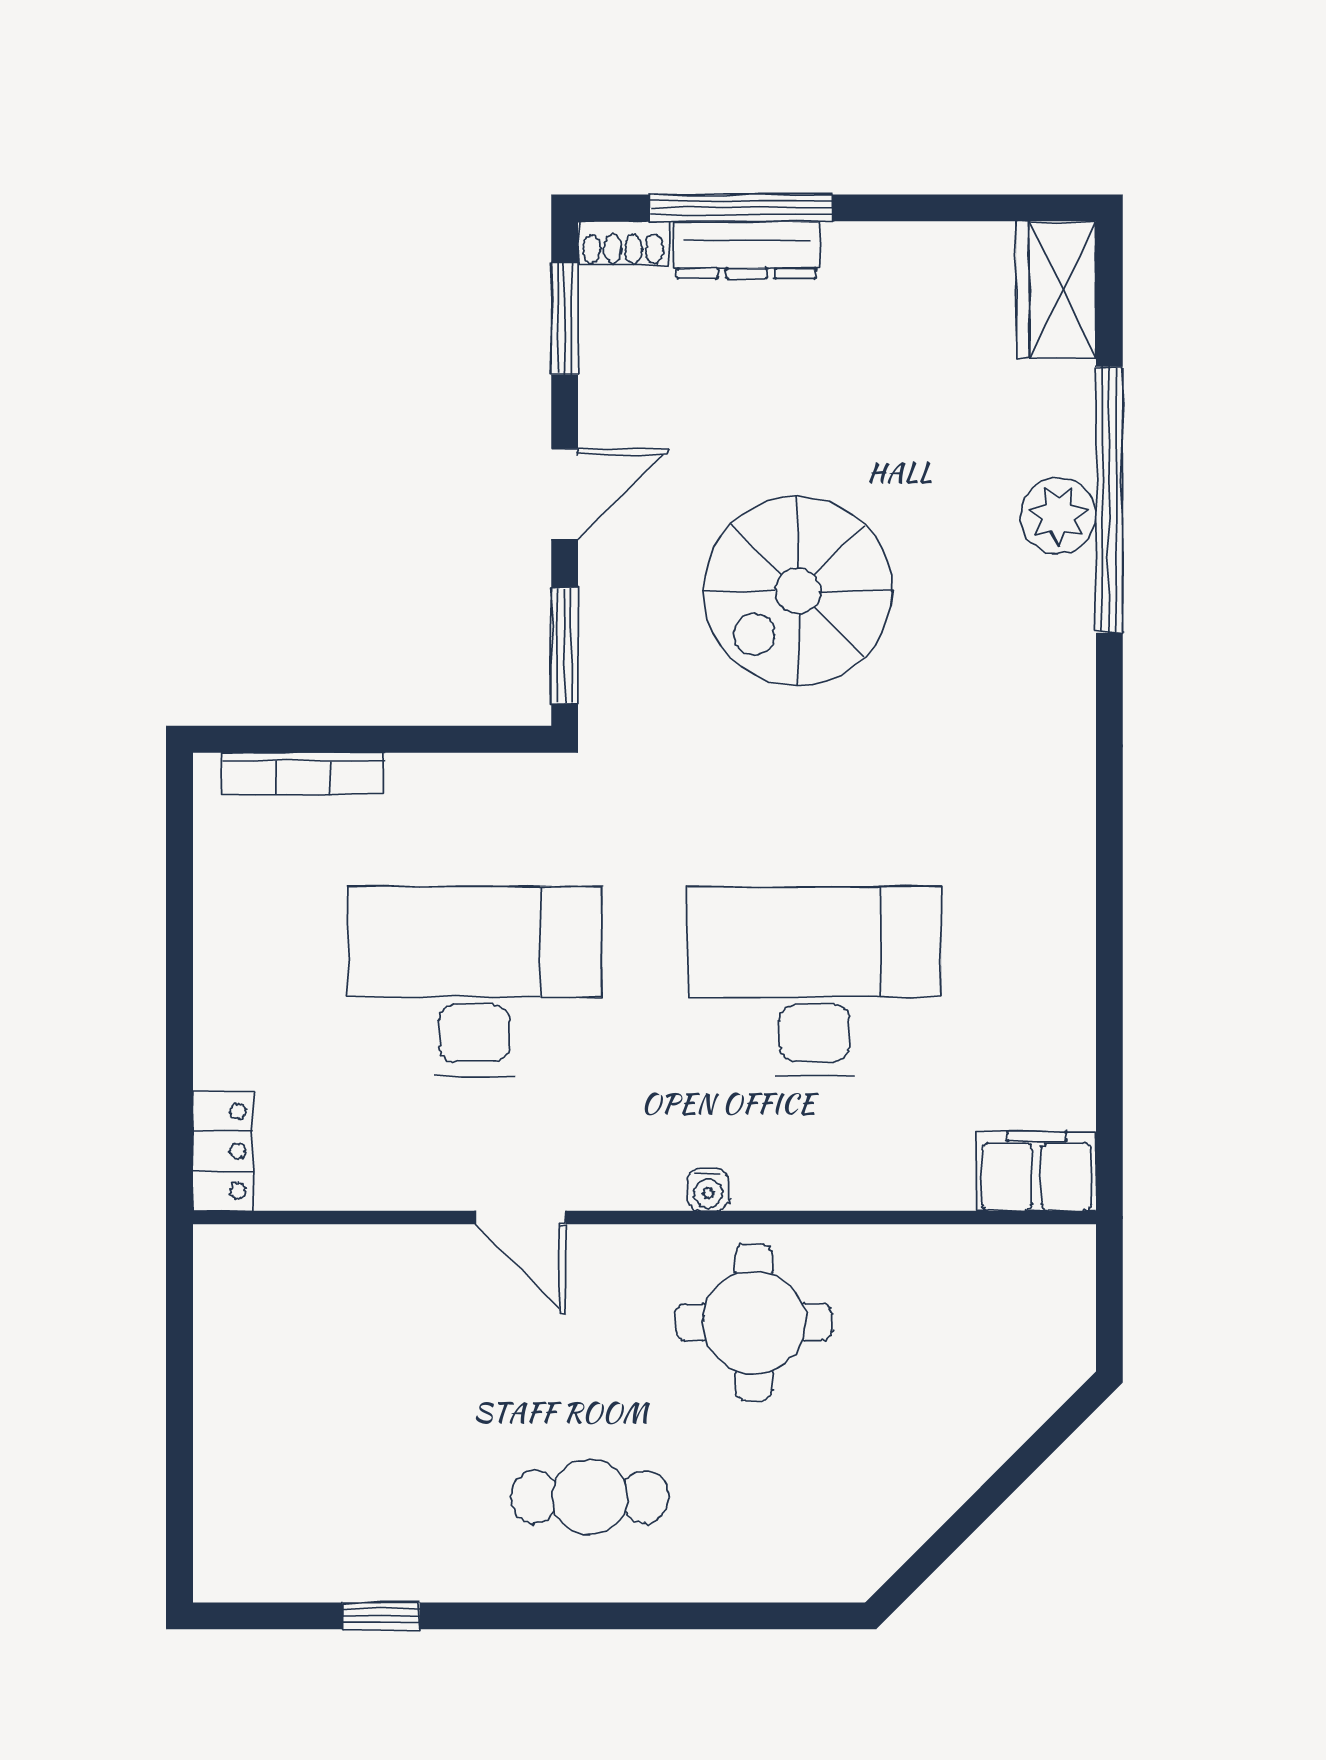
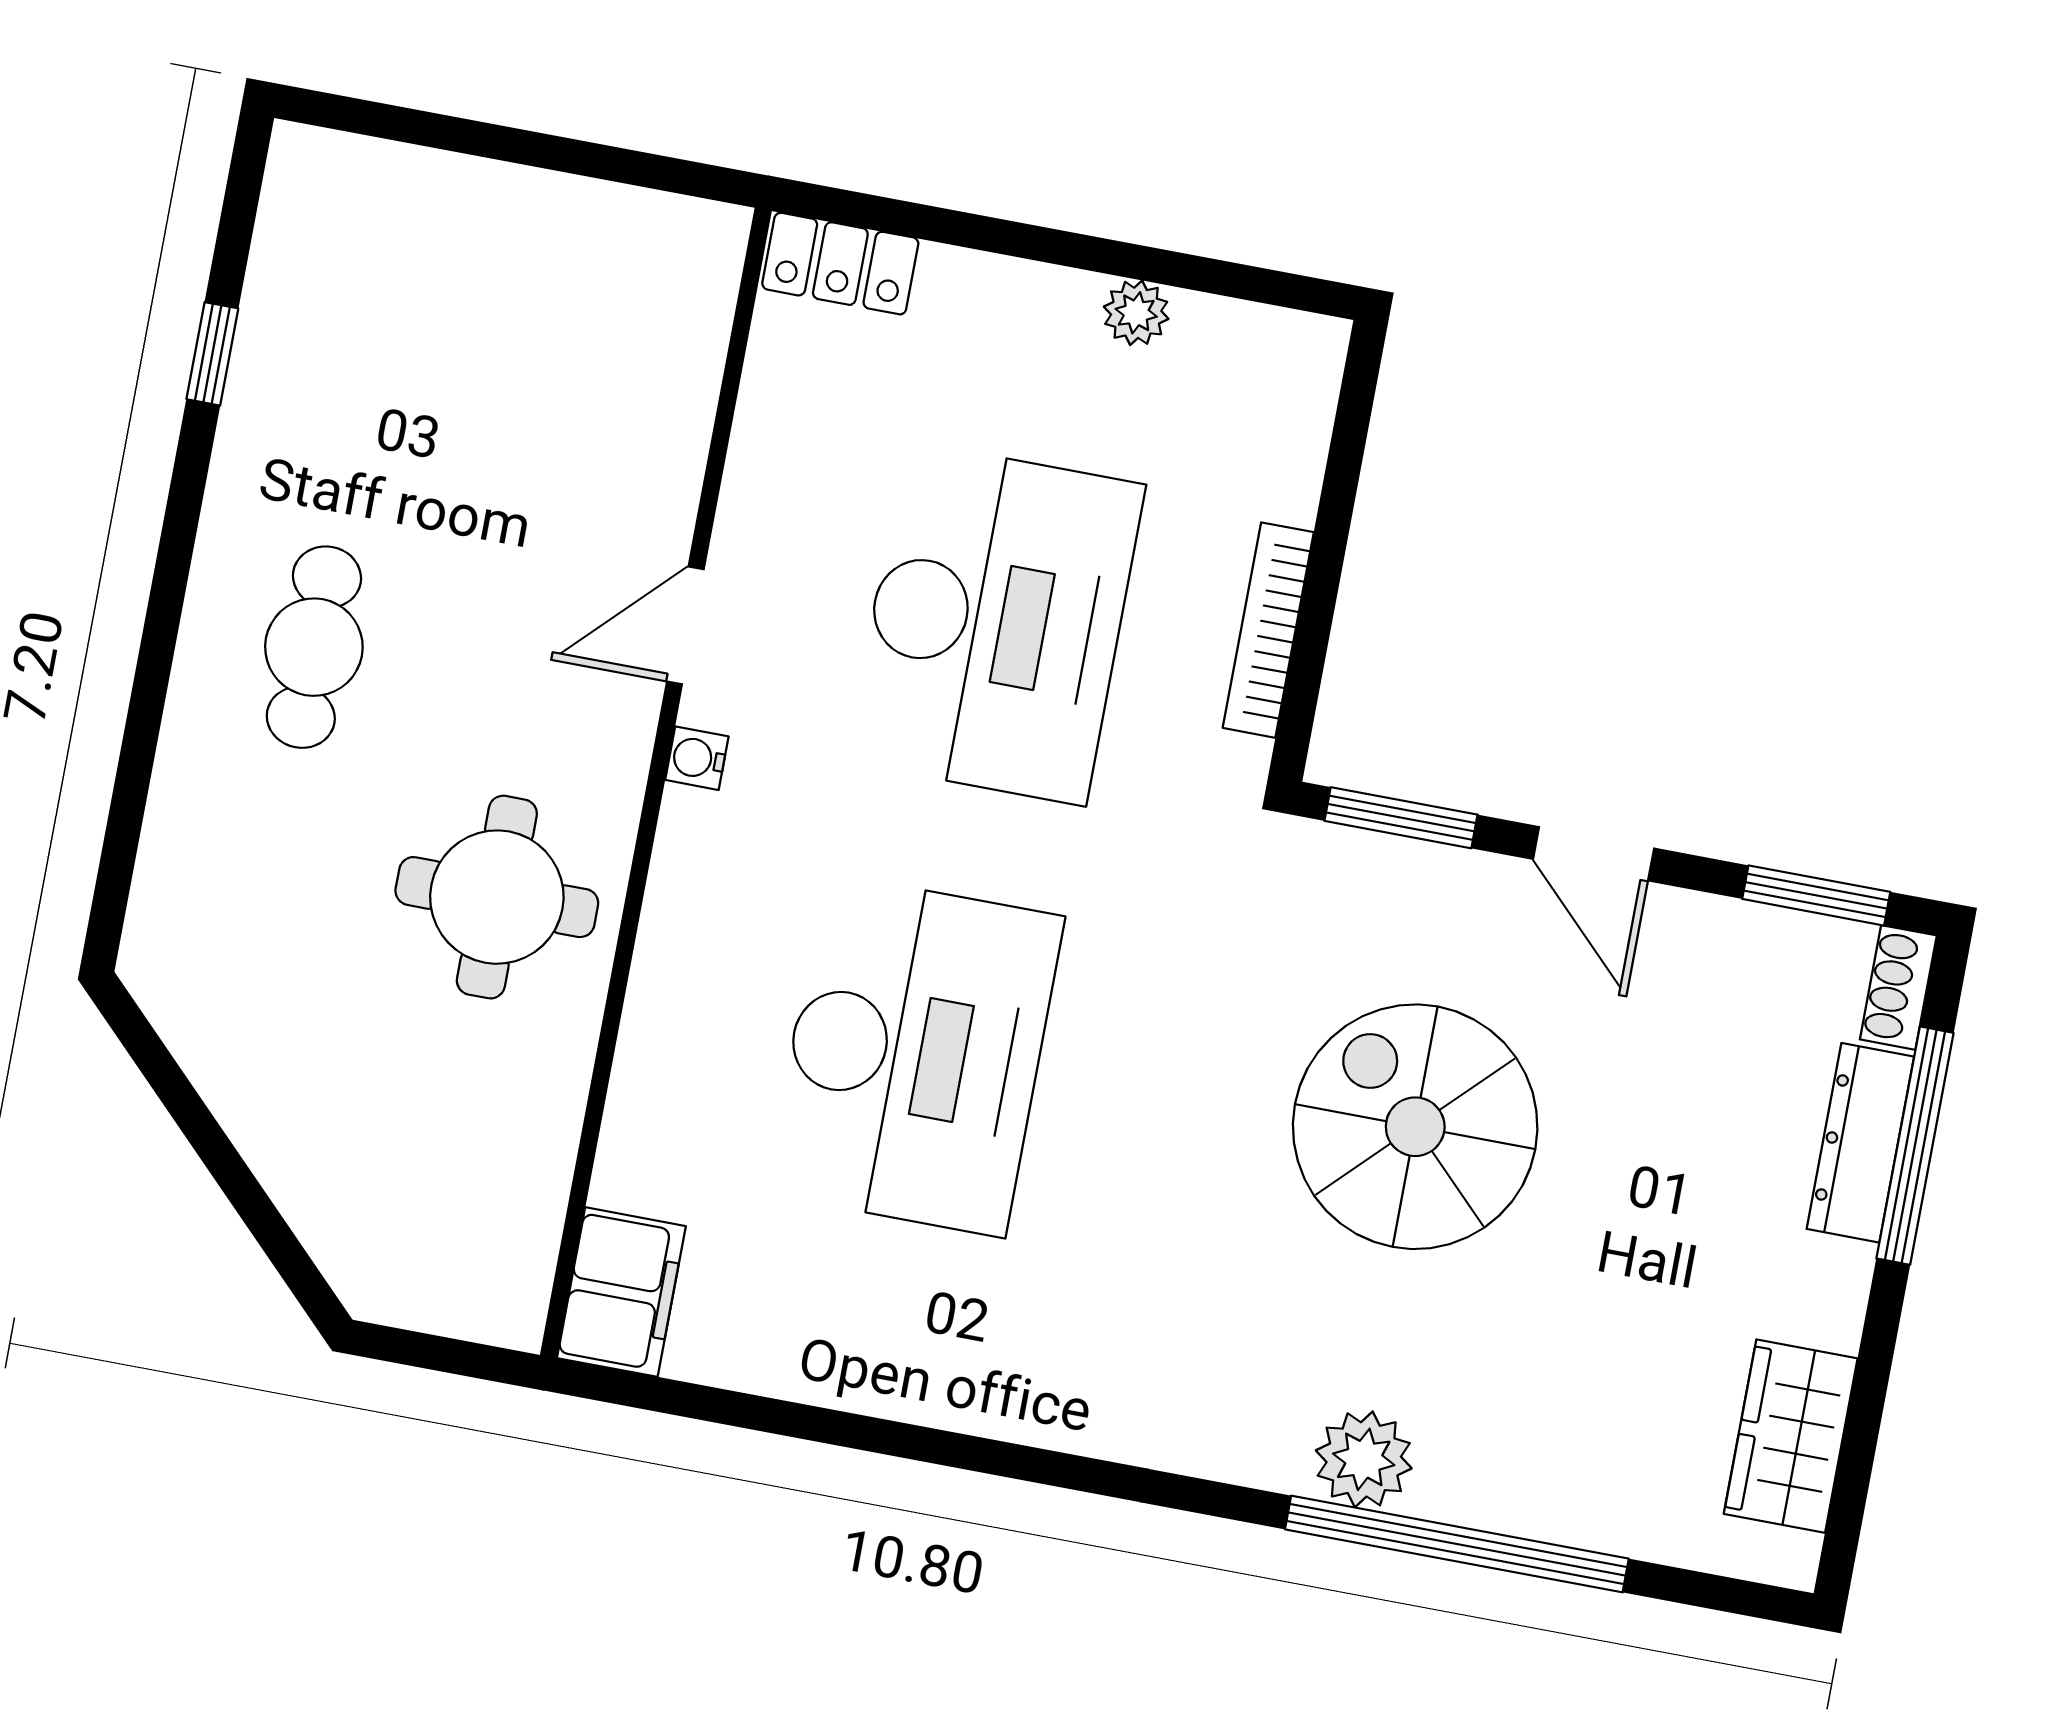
wardrobe: (1056, 290) -> (1791, 1436), moved, turned -90
plant: (1058, 516) -> (1364, 1459), moved
bookcase: (303, 773) -> (1268, 630), moved
plant: (218, 919) -> (1136, 313), added
water cooler: (708, 1190) -> (697, 758), moved

